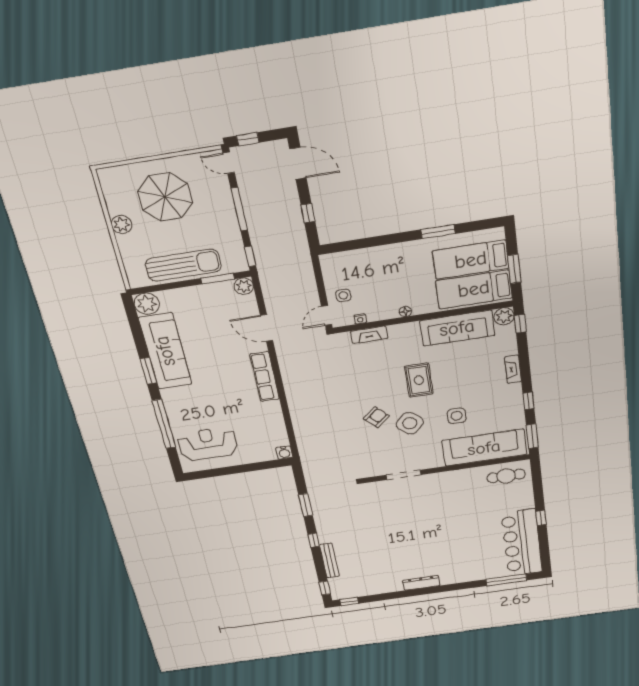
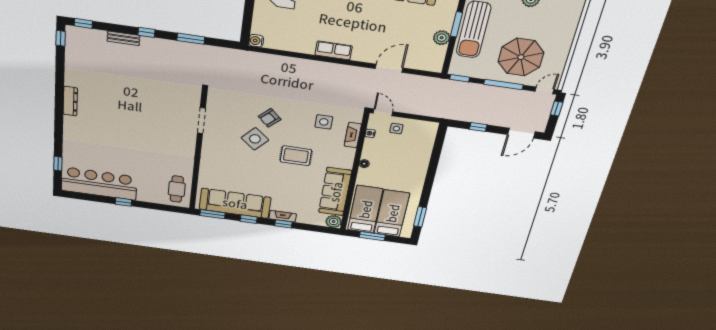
parasol: (165, 197) -> (521, 57), moved
window: (438, 232) -> (420, 217), moved
window: (218, 279) -> (456, 24), moved
plant: (244, 286) -> (442, 38), moved
window: (520, 324) -> (283, 224), moved
row of seats: (265, 377) -> (334, 50), width x0.68
side table: (457, 416) -> (324, 122), moved
armchair: (376, 417) -> (270, 118), turned 87
sofa: (484, 448) -> (235, 203), moved, turned -90
bench: (329, 561) -> (123, 38), width x0.73
window: (506, 580) -> (58, 164), width x0.46

